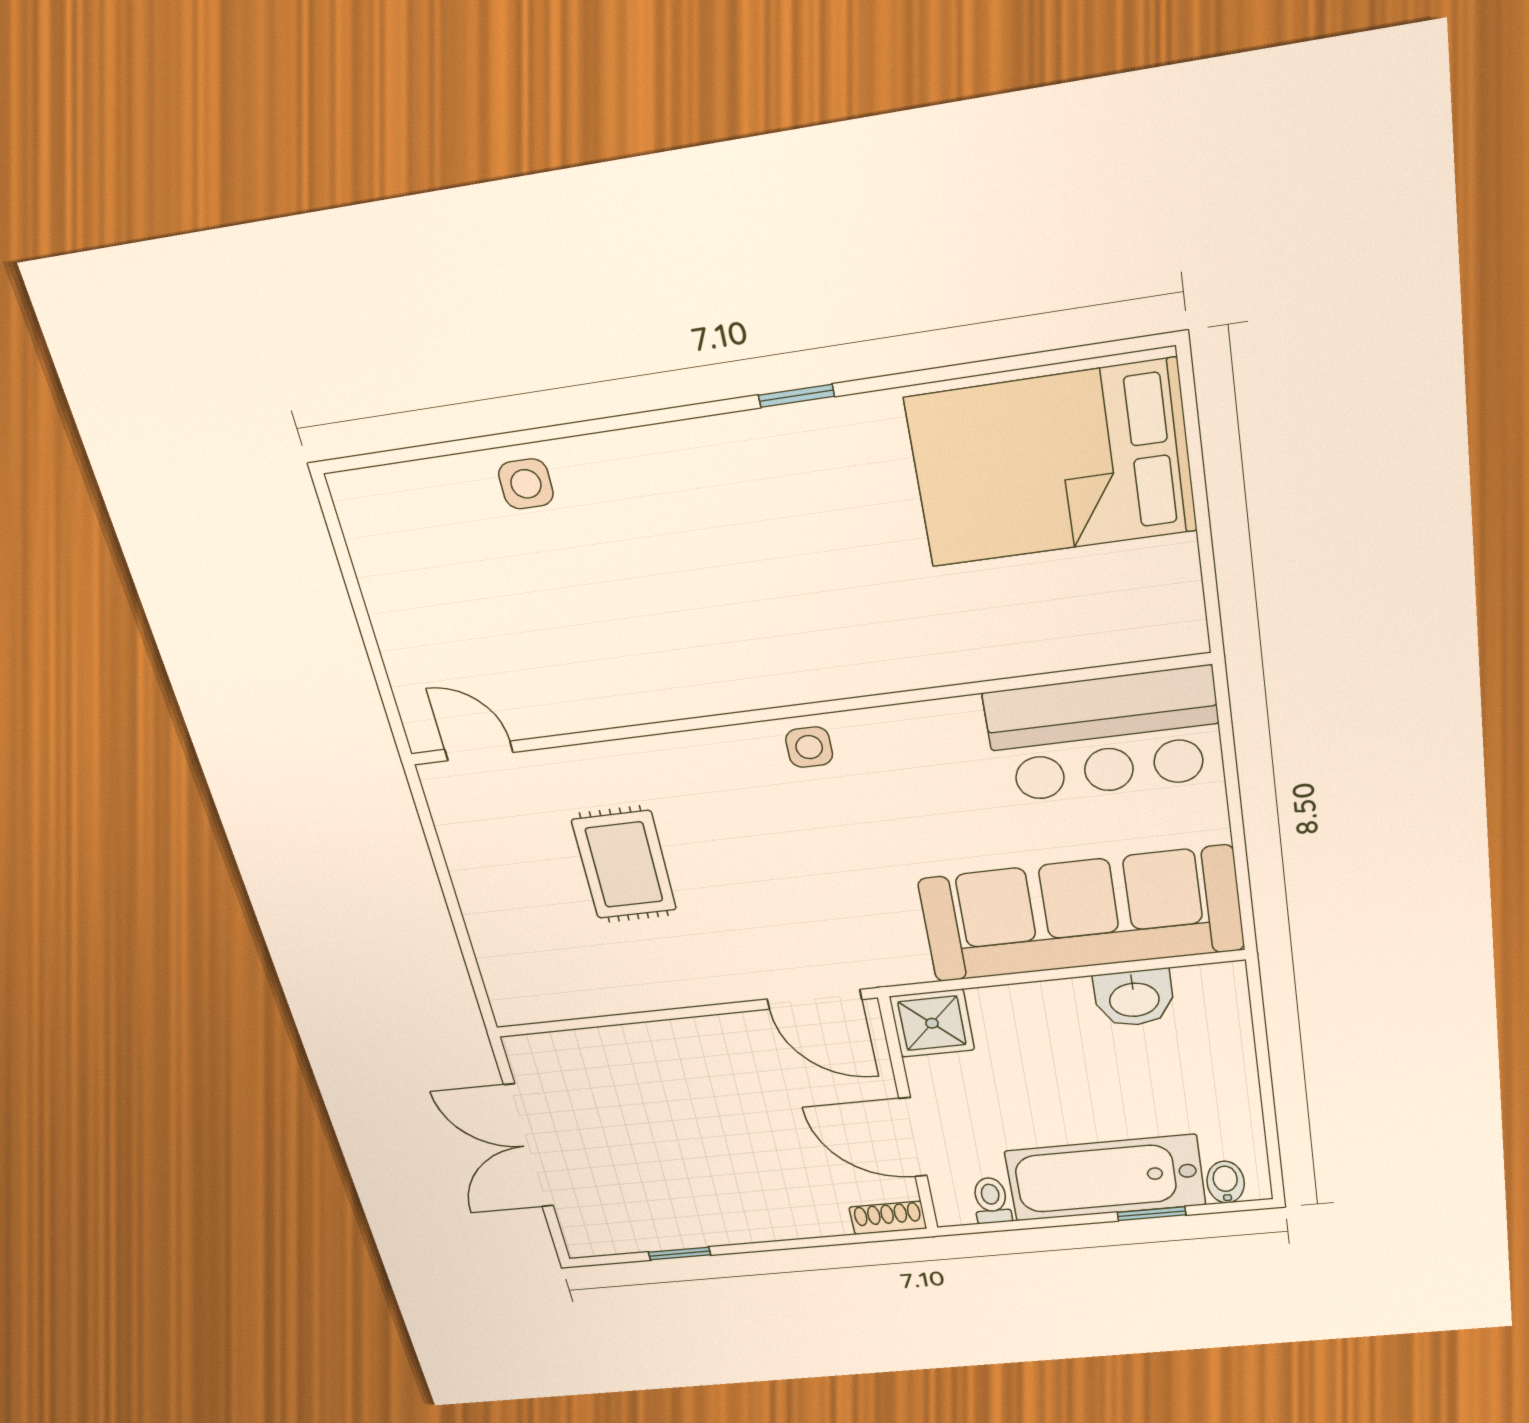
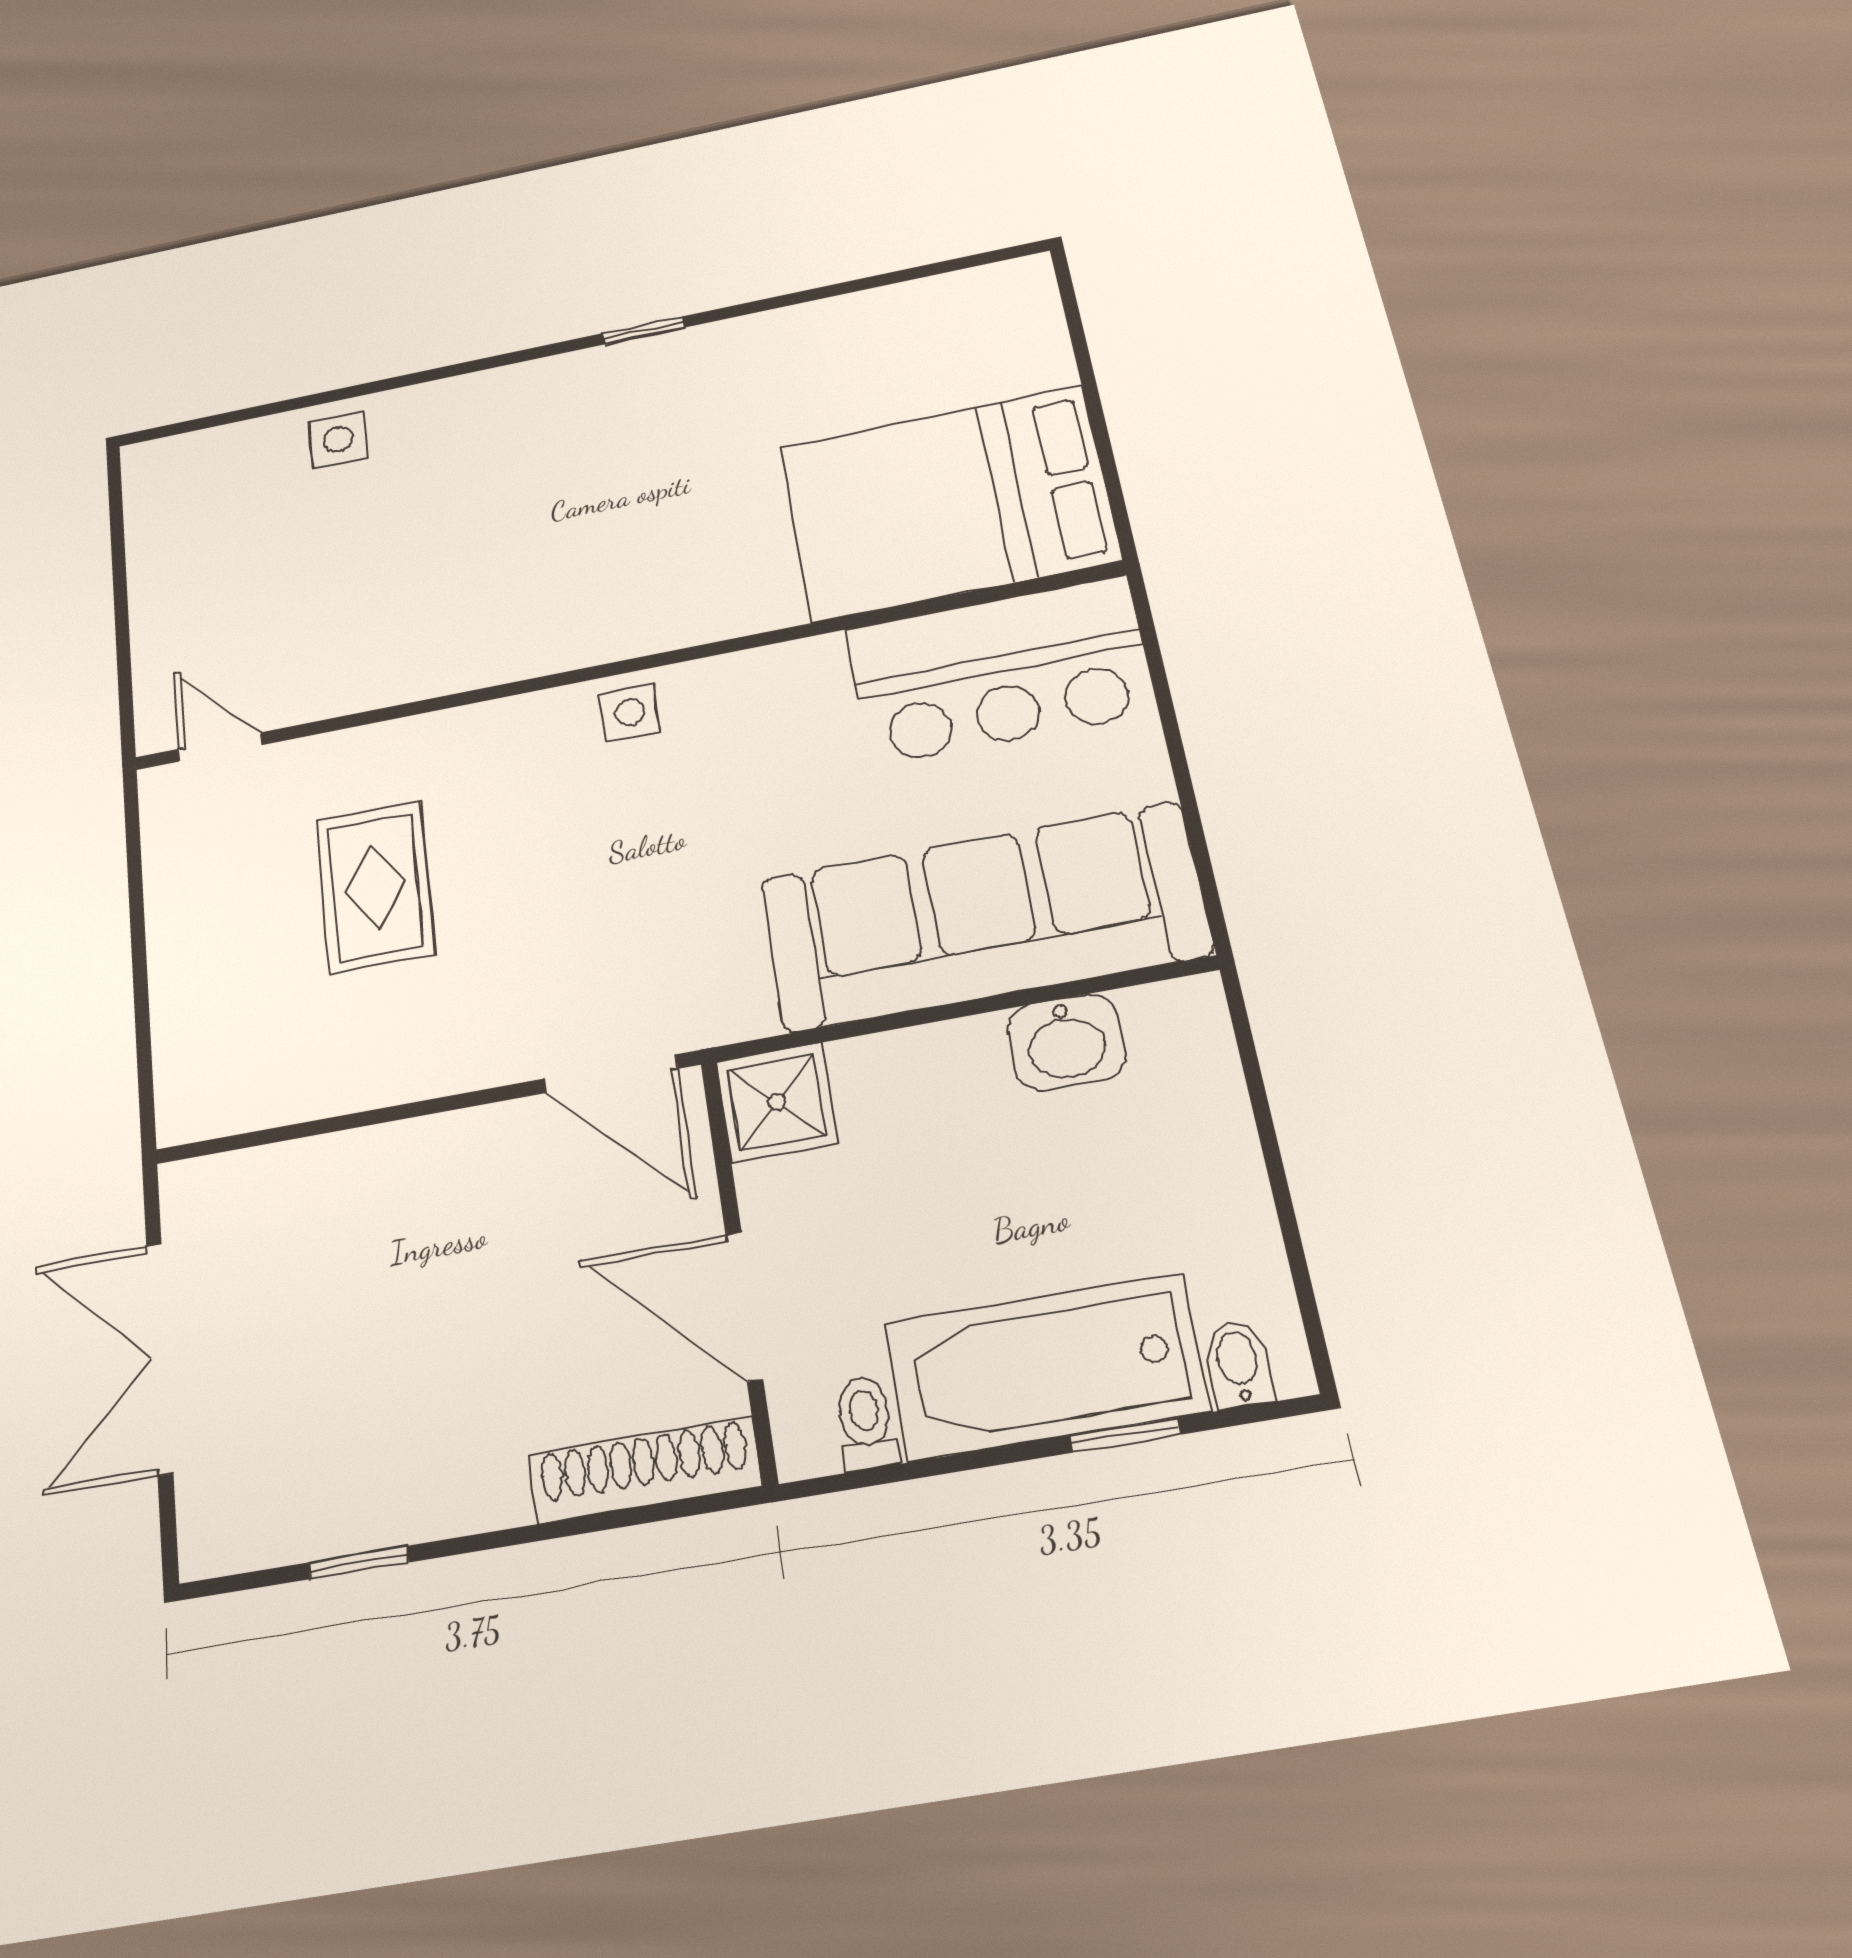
bed: (1052, 464) -> (948, 503), moved
shoe rack: (888, 1218) -> (645, 1470), width x1.94, depth x1.24

